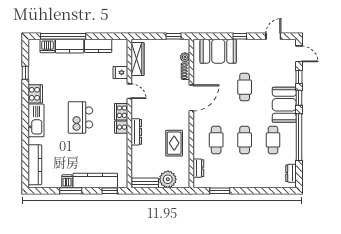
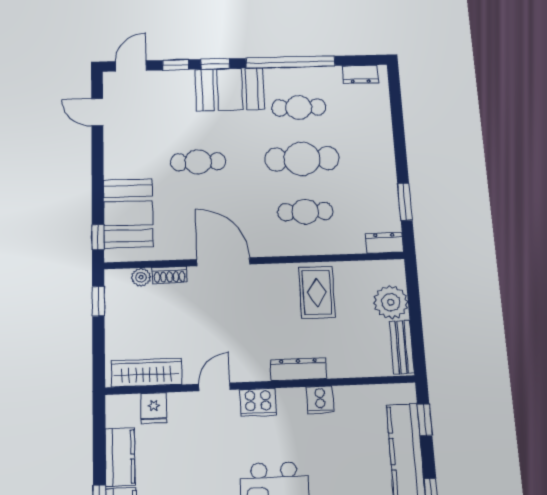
window: (240, 36) -> (98, 237), moved
fridge: (120, 73) -> (154, 408), moved
cooker: (121, 127) -> (320, 400), moved
cafe table: (245, 140) -> (302, 159), width x1.37, depth x1.35
rug: (174, 143) -> (317, 292), turned 90
dresser: (198, 168) -> (384, 243), moved

